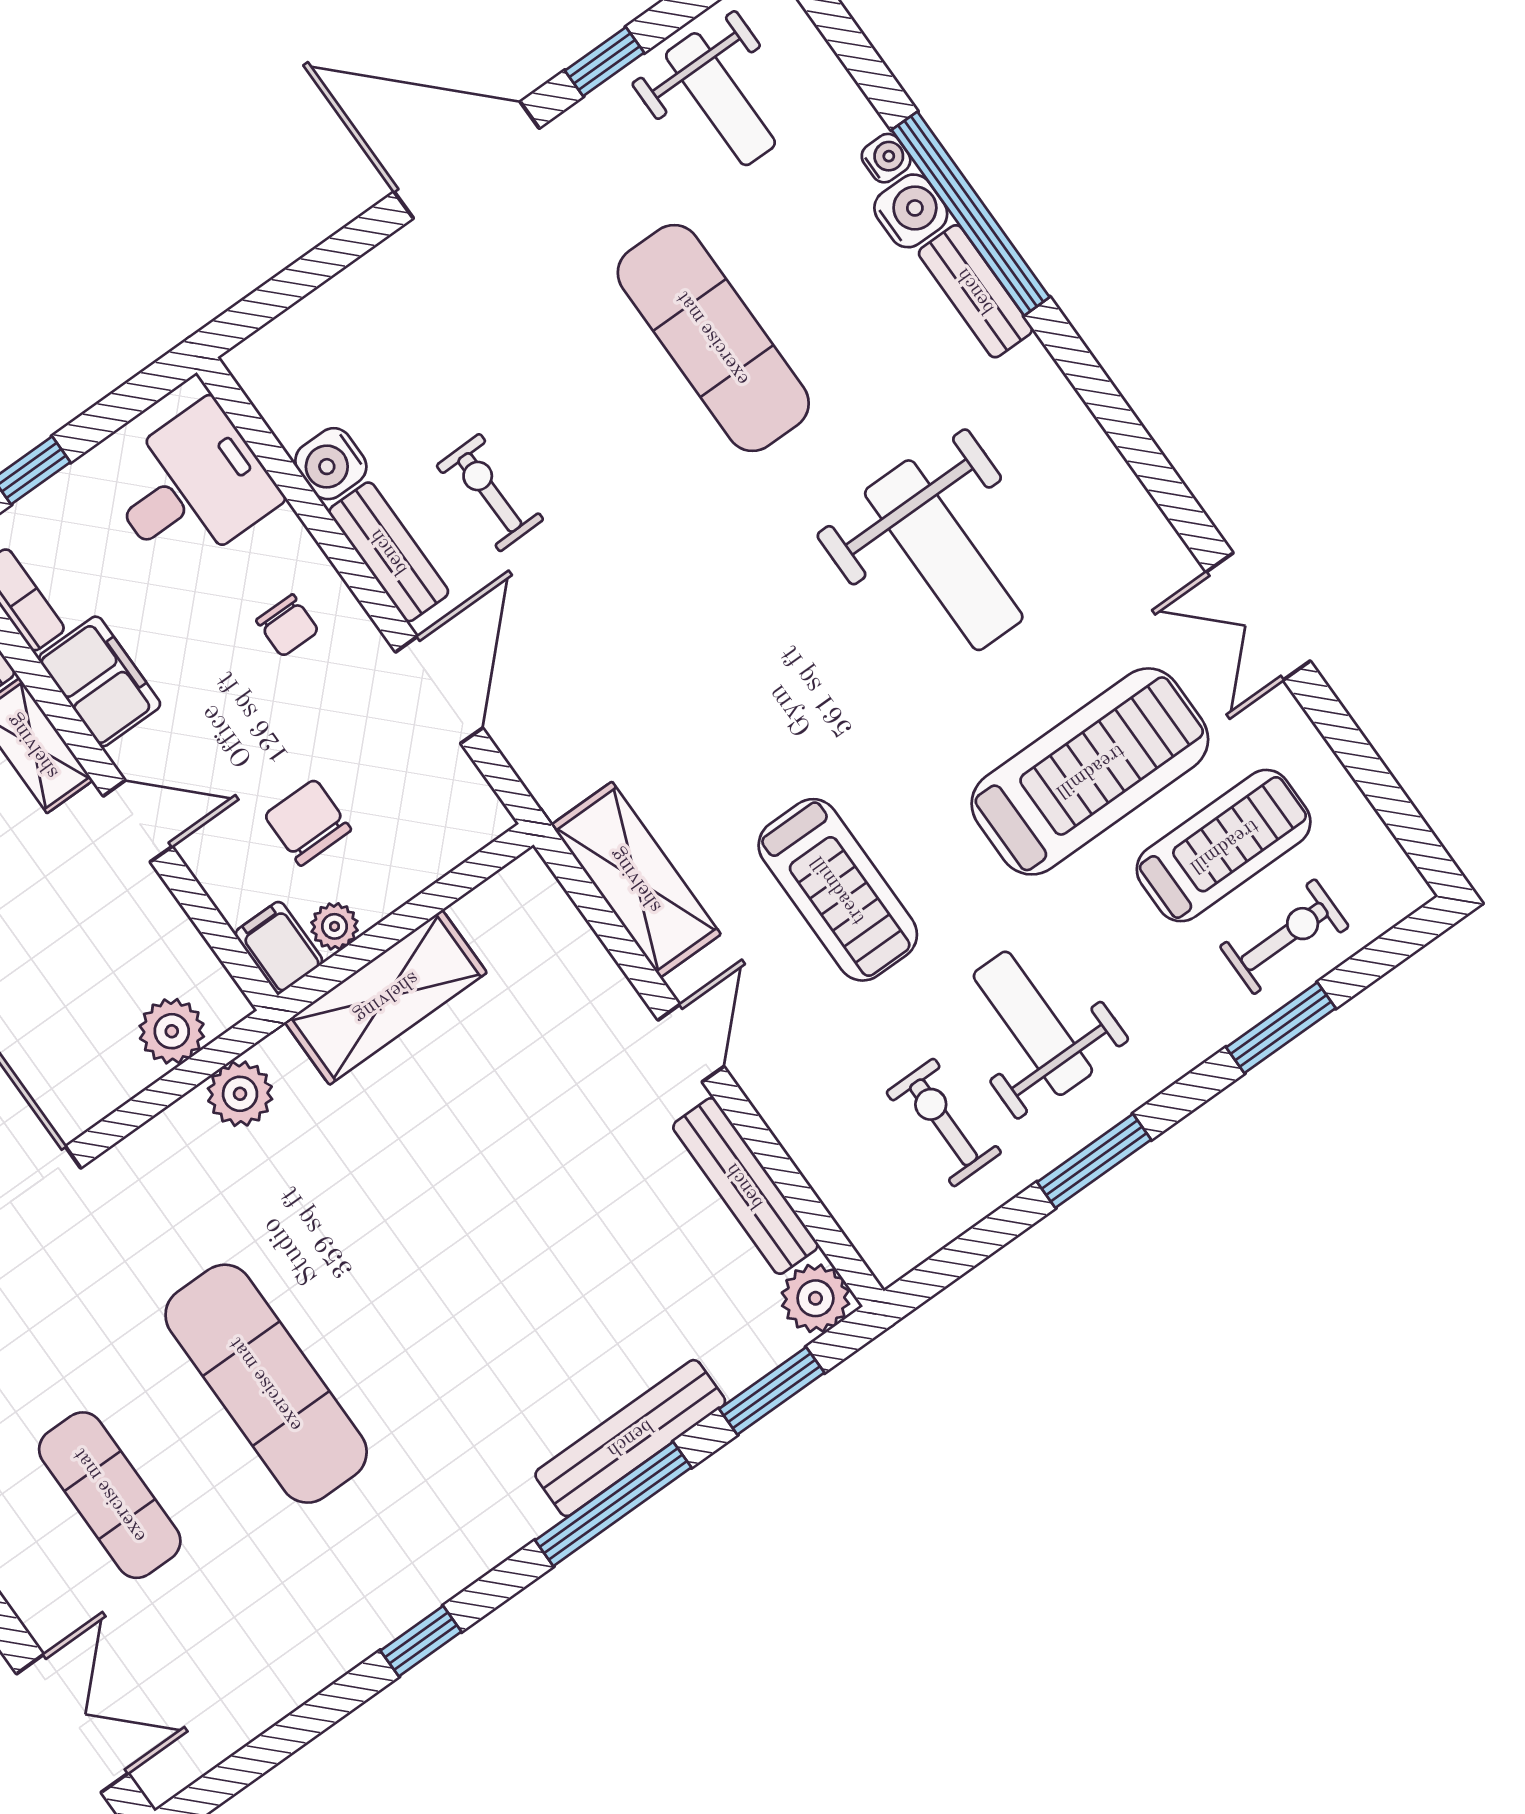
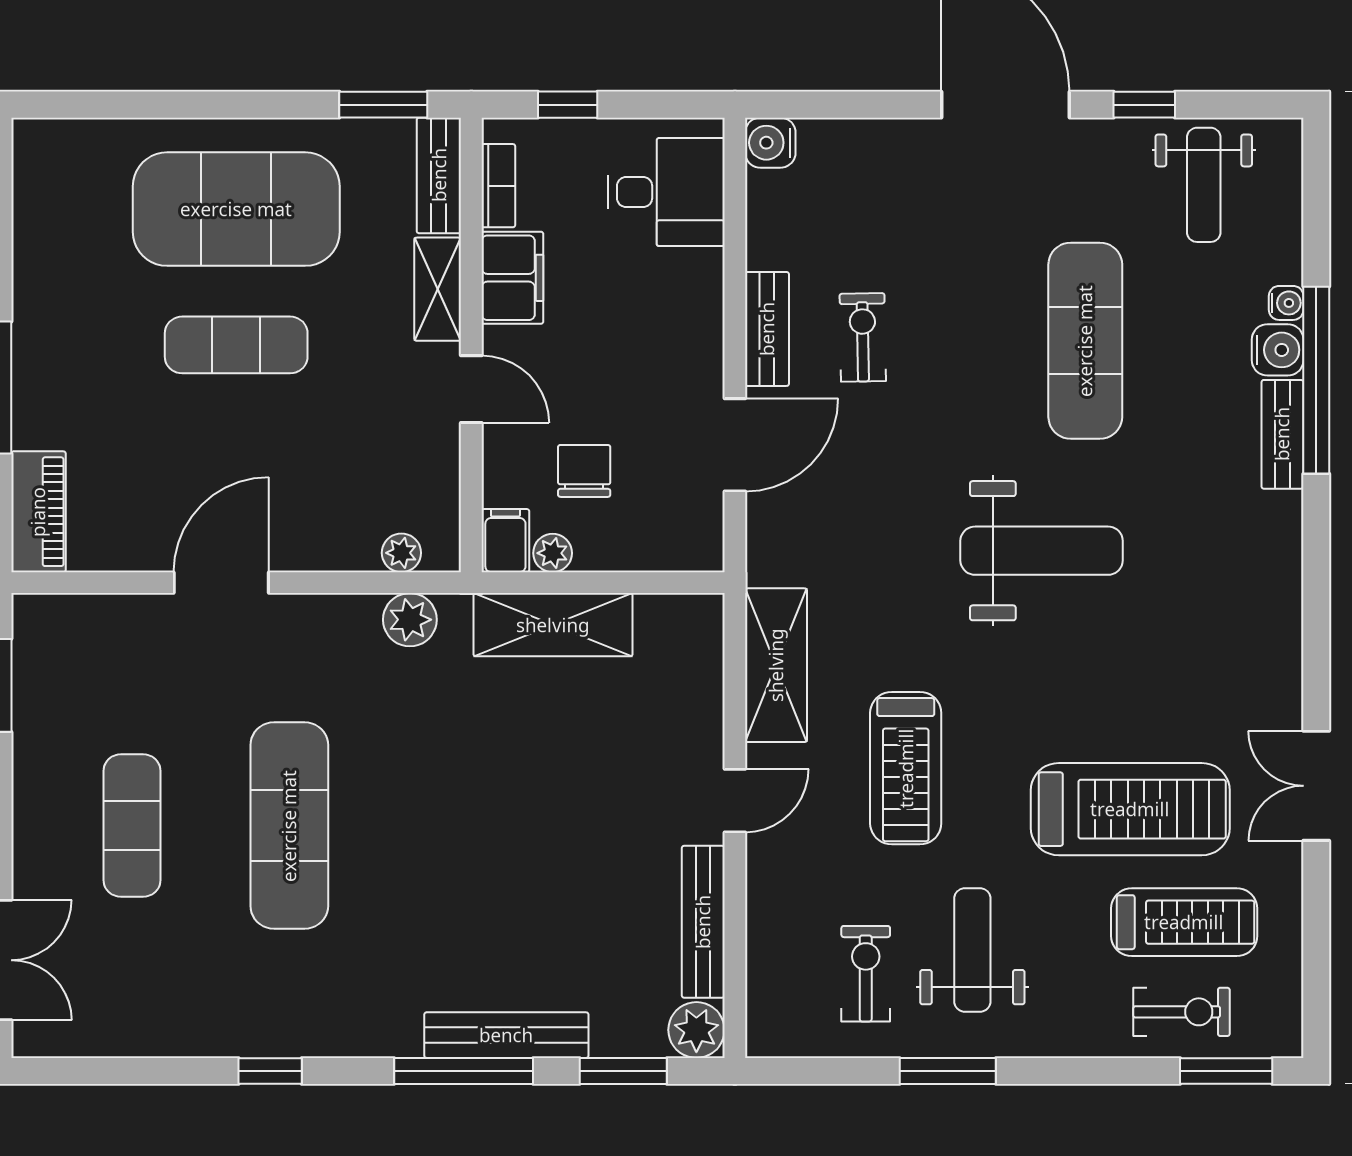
water cooler: (331, 464) -> (770, 143), moved
weight bench: (944, 555) -> (1042, 551), moved, turned -90
chair: (287, 626) -> (664, 330), removed
window: (1281, 1028) -> (1226, 1071), moved
plant: (172, 1031) -> (401, 553), width x0.73, depth x0.73

